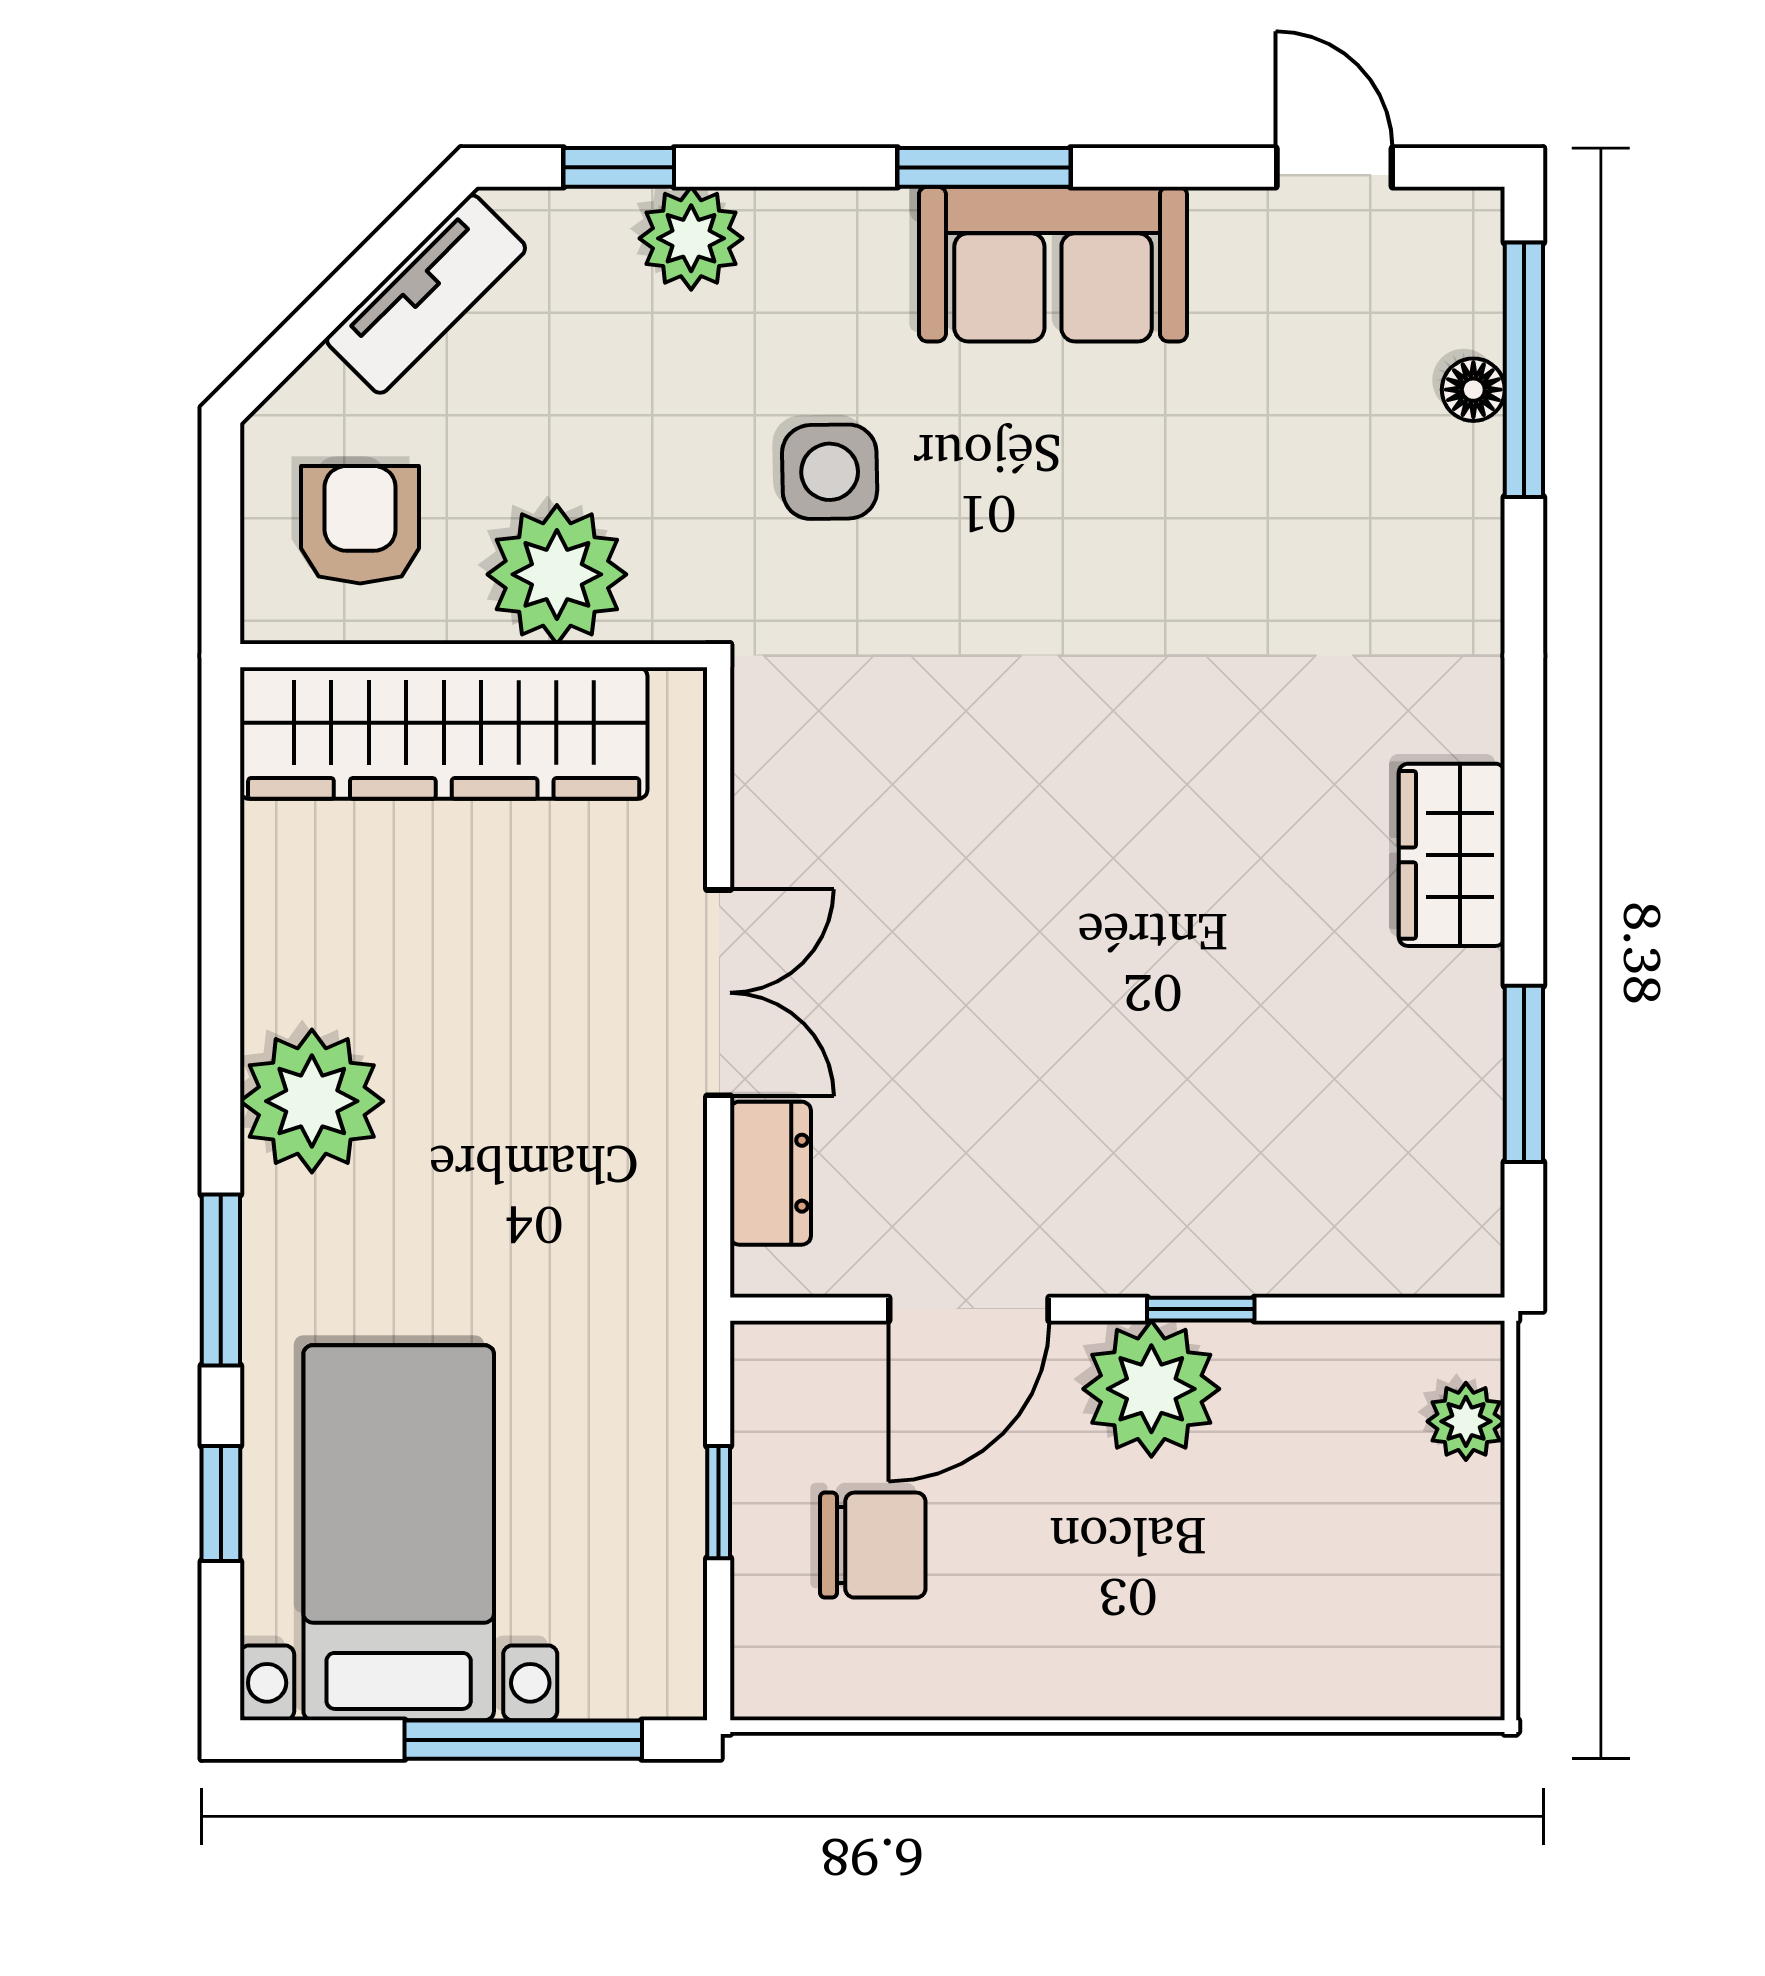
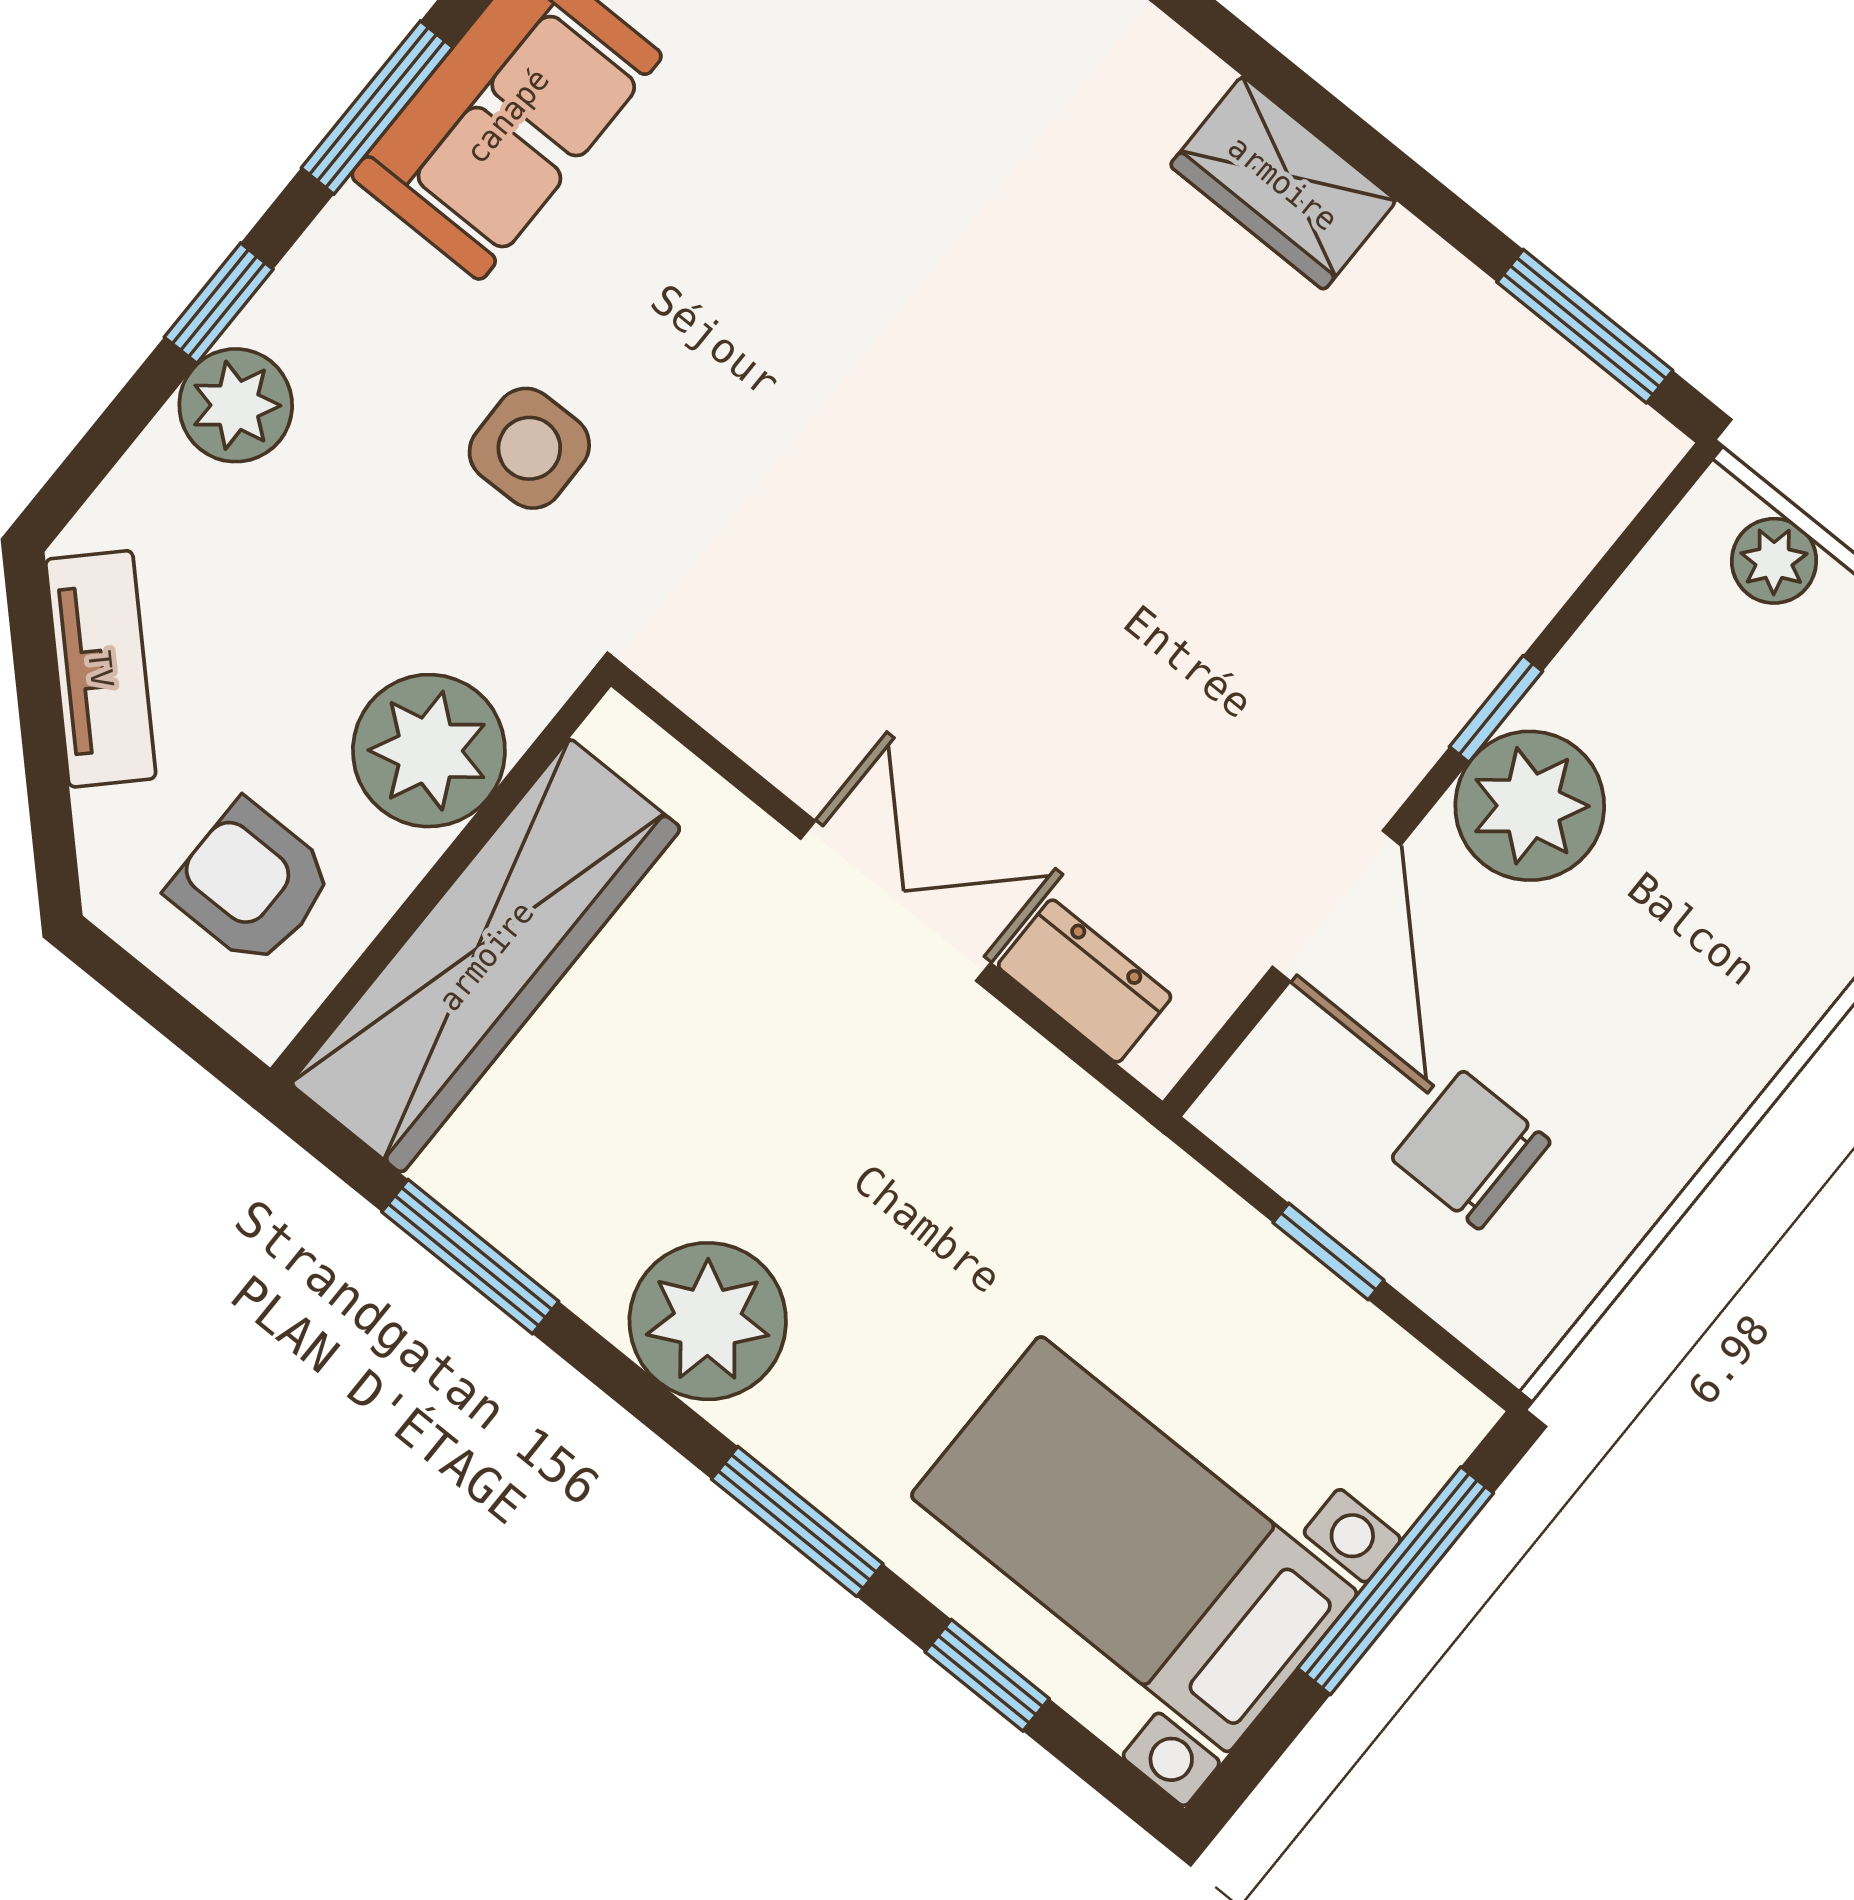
window: (619, 167) -> (219, 303), moved
window: (221, 895) -> (470, 1257), added
window: (1524, 1074) -> (1585, 326), moved
chair: (873, 1545) -> (1471, 1150), turned -90

